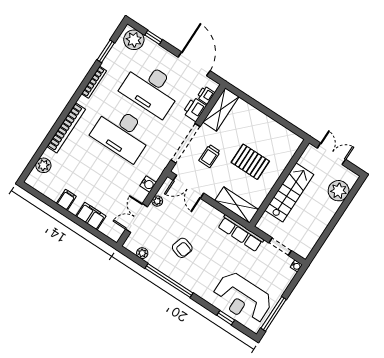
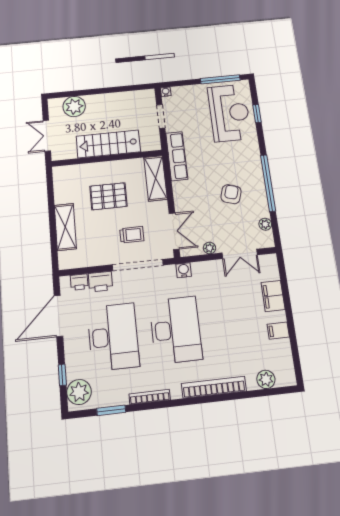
shelving: (221, 109) -> (65, 227), moved, turned 90
pallet: (250, 162) -> (108, 196), turned 90
water cooler: (148, 184) -> (184, 270), moved

